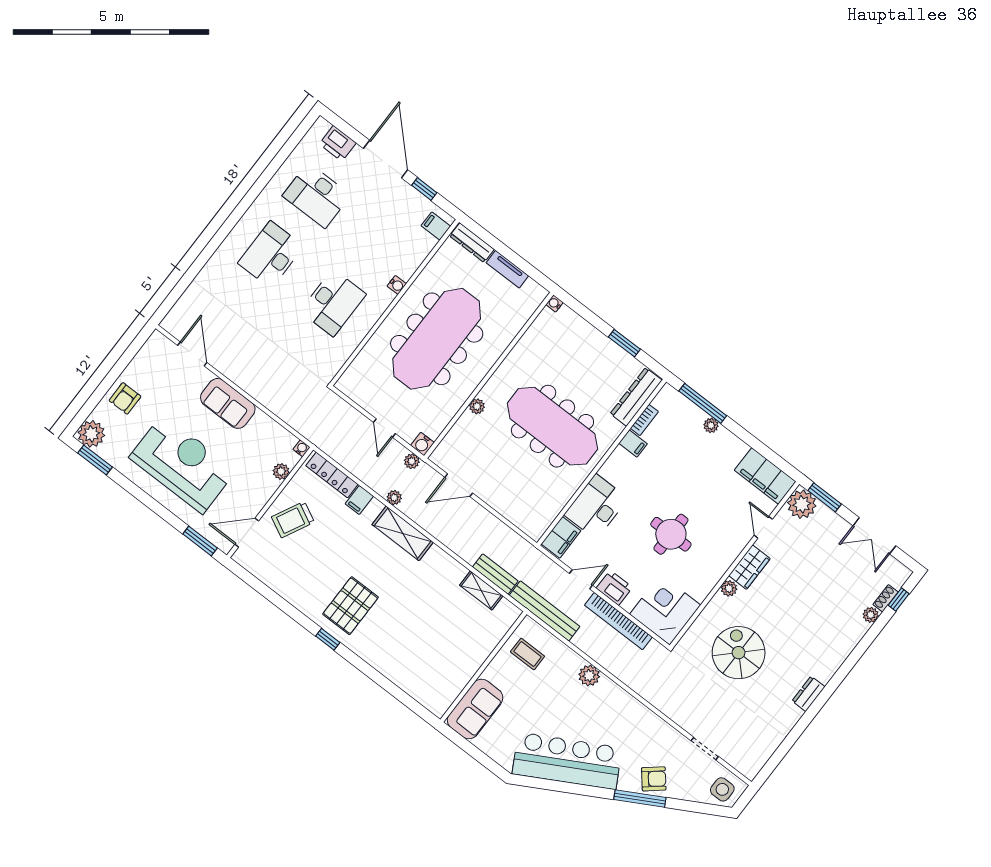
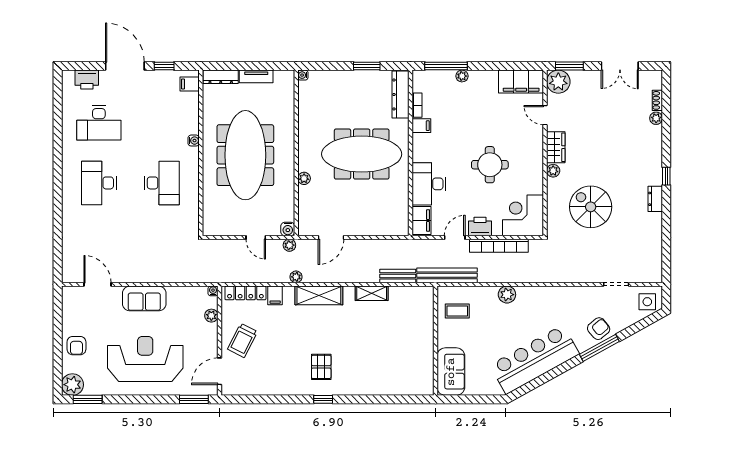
shelving: (481, 590) -> (372, 293), moved
window: (899, 599) -> (666, 176), moved
pallet: (351, 606) -> (321, 367), width x0.67, depth x0.71

